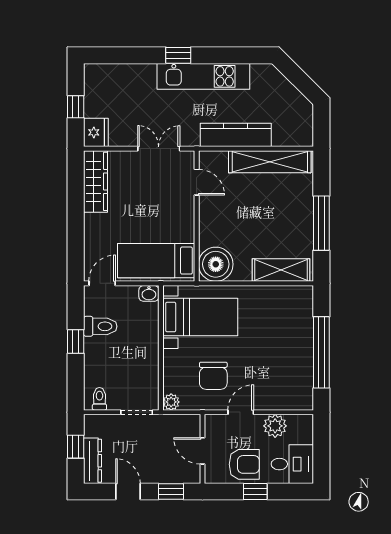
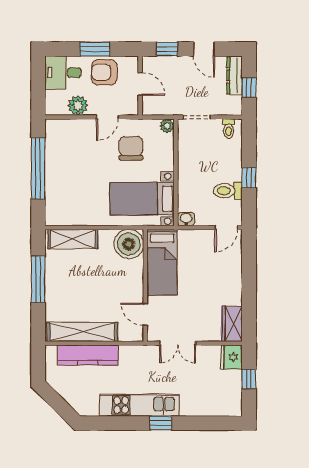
kitchen counter: (236, 135) -> (88, 355), moved
wardrobe: (95, 181) -> (232, 324), width x0.67
bed: (156, 261) -> (162, 262), moved, turned 90
window: (255, 492) -> (95, 49), width x1.50

